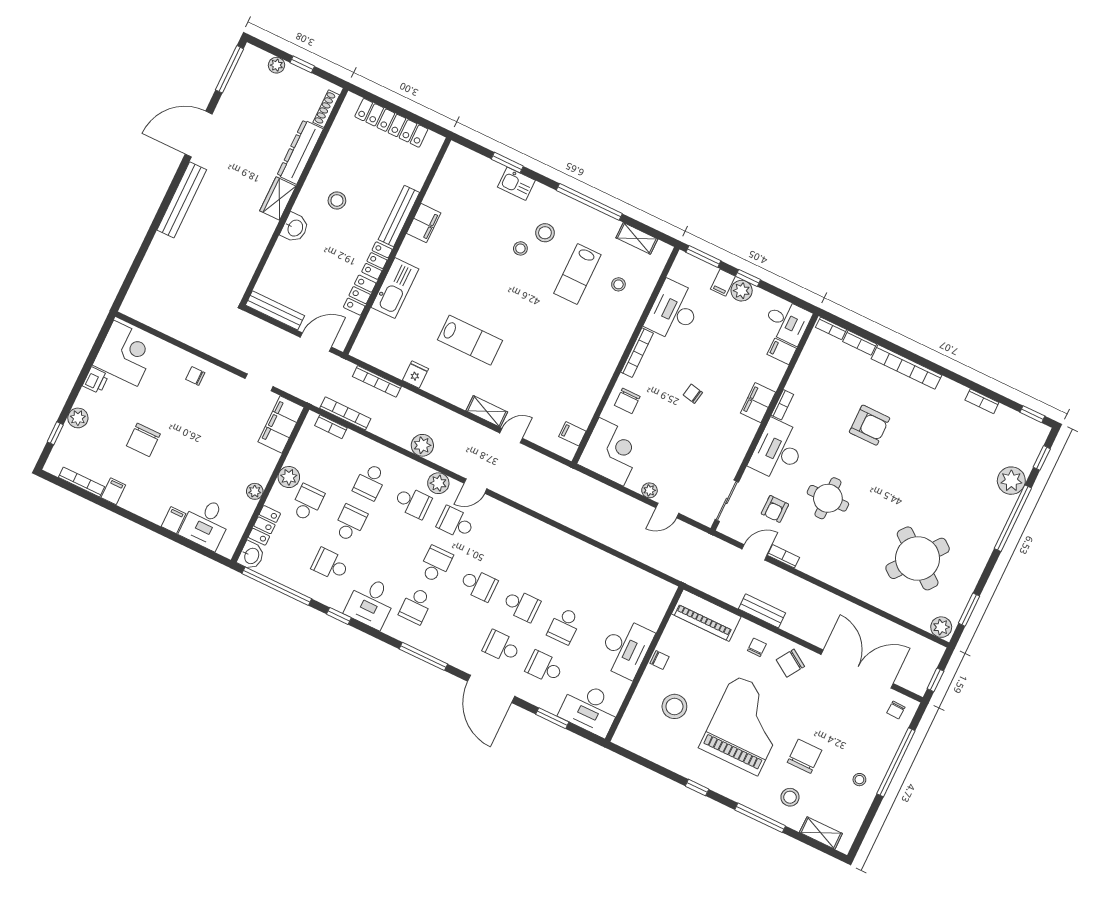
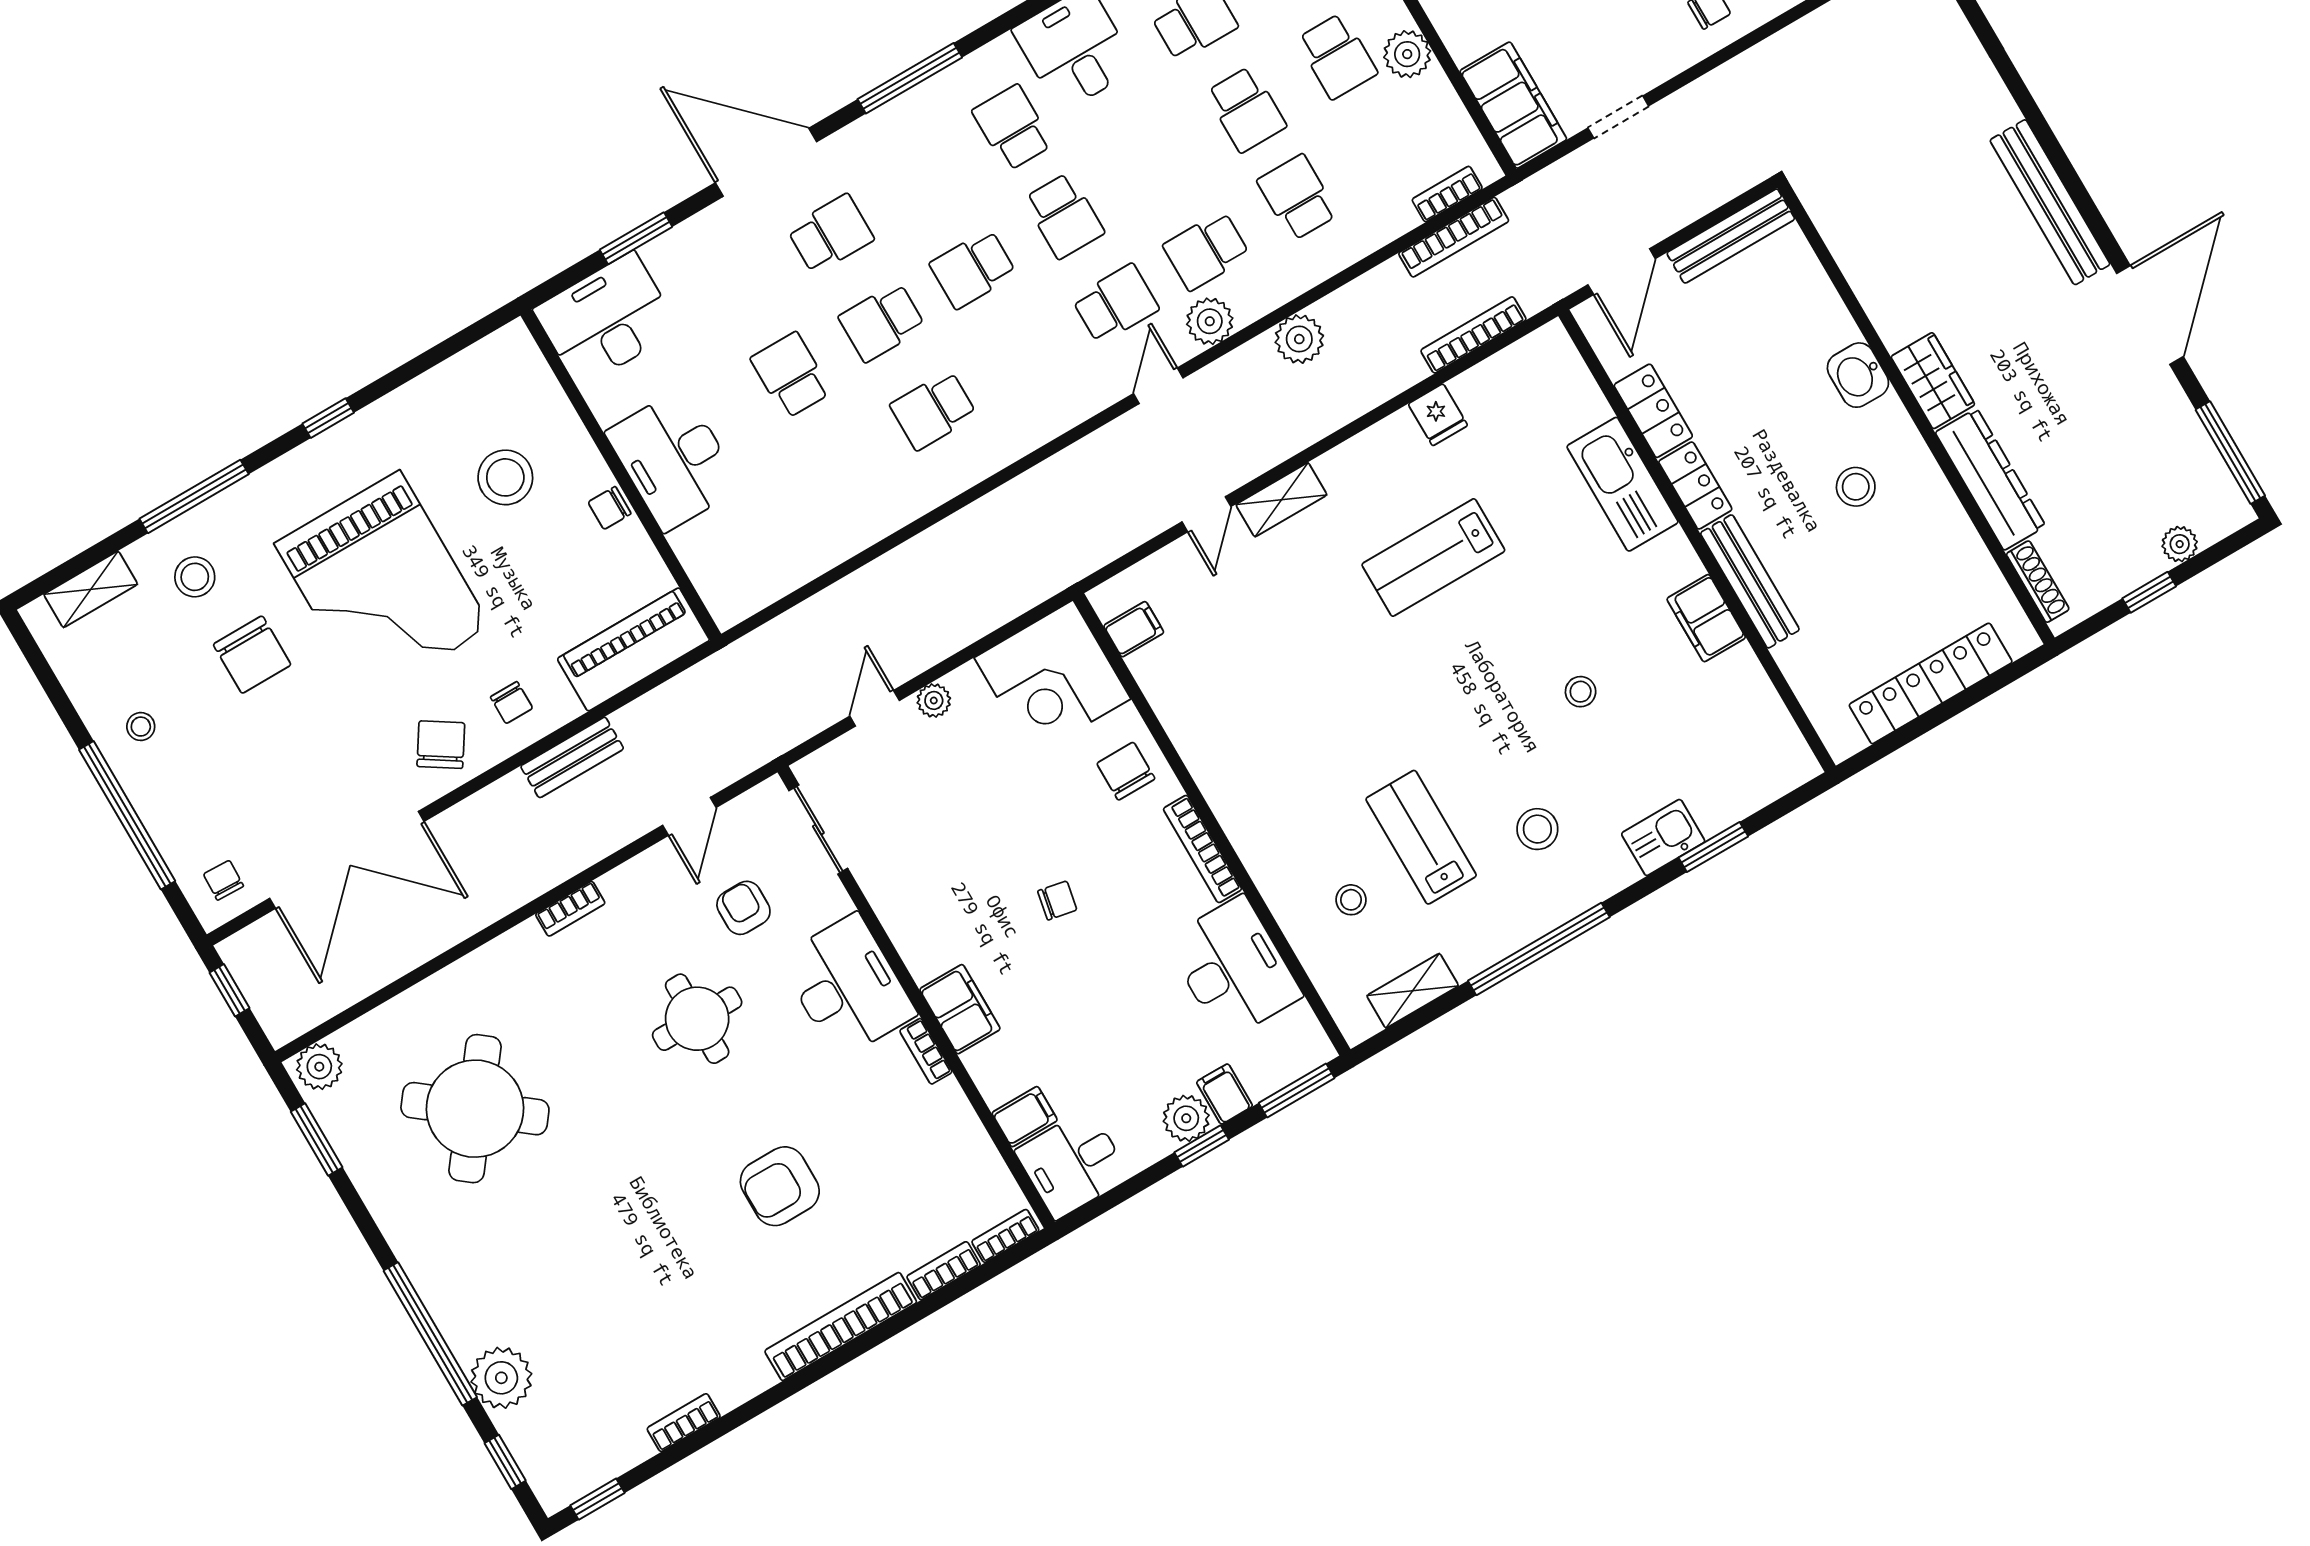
stool: (520, 248) -> (1581, 692), moved
bookcase: (783, 556) -> (570, 909), moved
school desk: (544, 667) -> (933, 410), moved, turned 180

